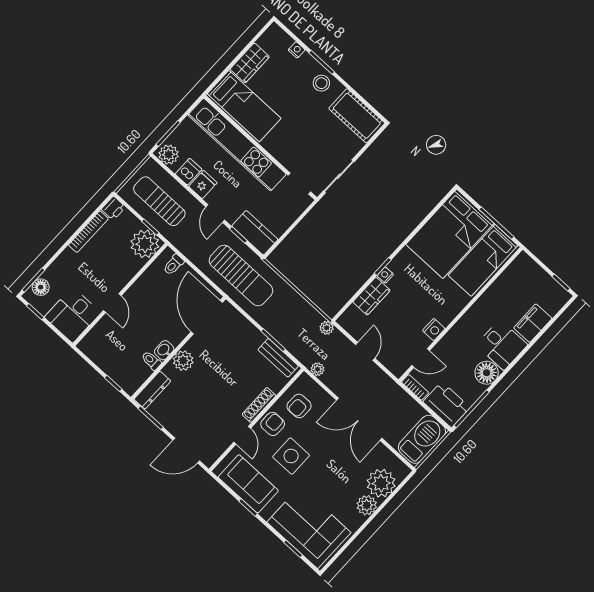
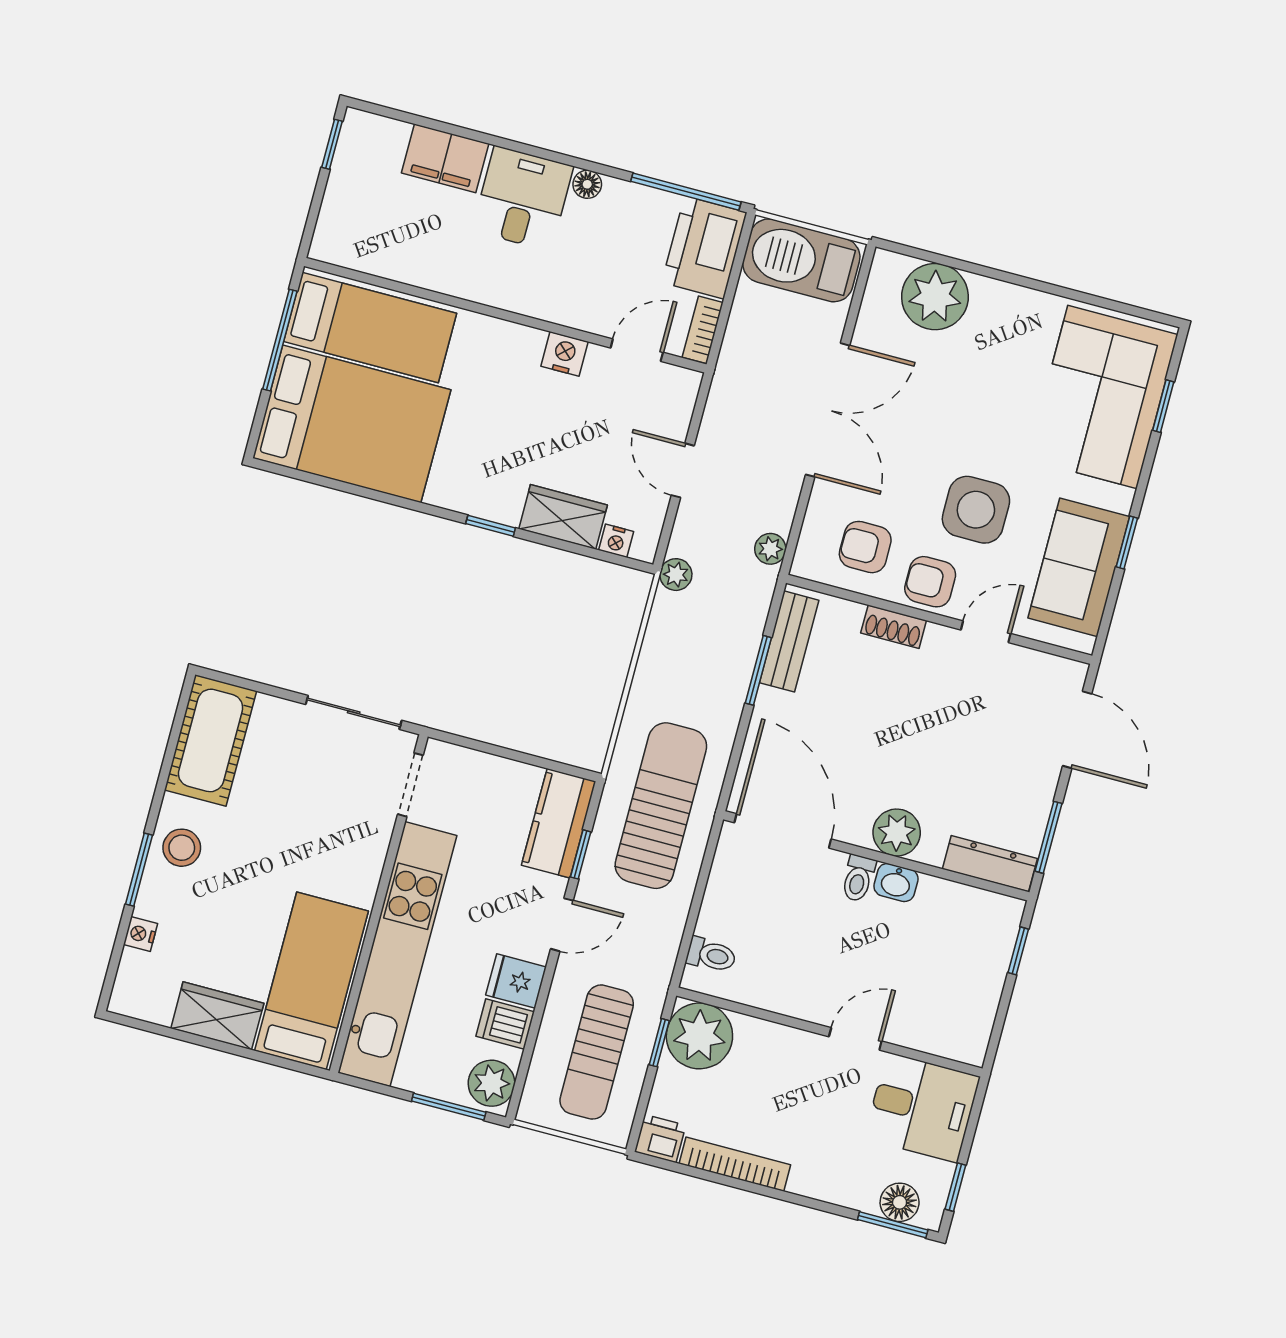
nightstand: (385, 275) -> (616, 541), moved
door: (207, 317) -> (783, 831), swing flipped
door: (365, 351) -> (683, 470), hinge flipped
door: (421, 358) -> (637, 350), hinge flipped
toilet: (151, 361) -> (858, 878), moved
floor lamp: (487, 373) -> (587, 184), width x0.53, depth x0.53
shoe rack: (259, 405) -> (894, 627), width x0.70
armchair: (299, 406) -> (865, 547), turned 180
plant: (367, 505) -> (995, 302), removed

